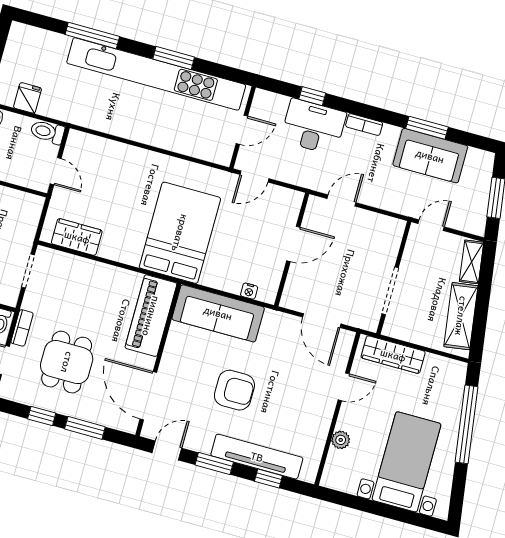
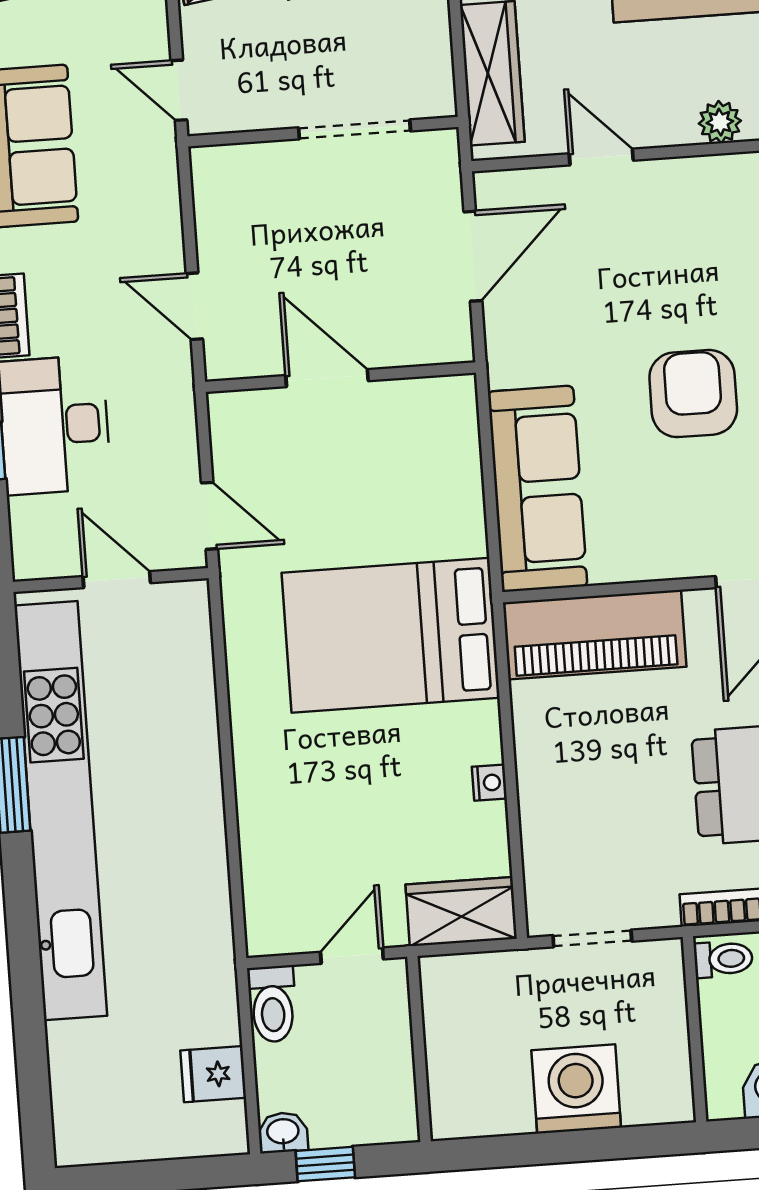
window: (92, 36) -> (26, 981), removed
wardrobe: (77, 237) -> (461, 912), moved, turned 90
nightstand: (249, 291) -> (489, 783), moved

